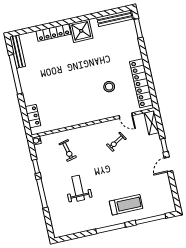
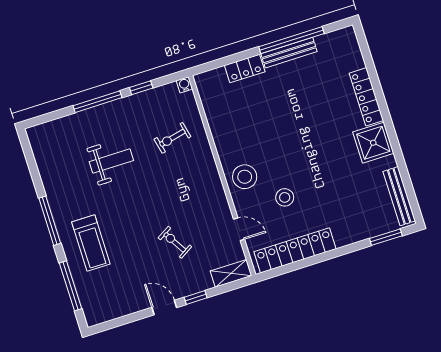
bench: (17, 52) -> (289, 53), moved
stool: (95, 109) -> (245, 177), added
locker: (33, 116) -> (245, 69), moved
door: (126, 116) -> (239, 229), swing flipped
exercise bike: (116, 142) -> (175, 242), moved

